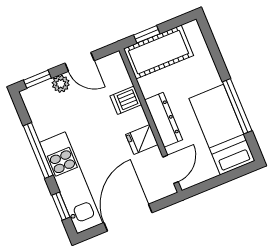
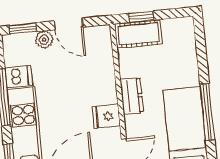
cot: (158, 52) -> (138, 34), width x0.73, depth x0.75
dishwasher: (126, 100) -> (19, 77), moved, turned 180
dresser: (163, 120) -> (132, 96), width x0.70

